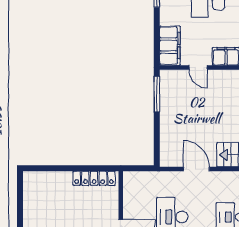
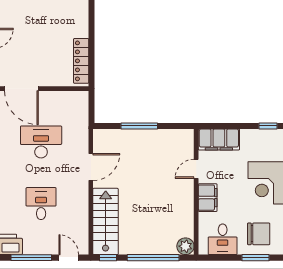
window: (157, 94) -> (139, 126), moved

